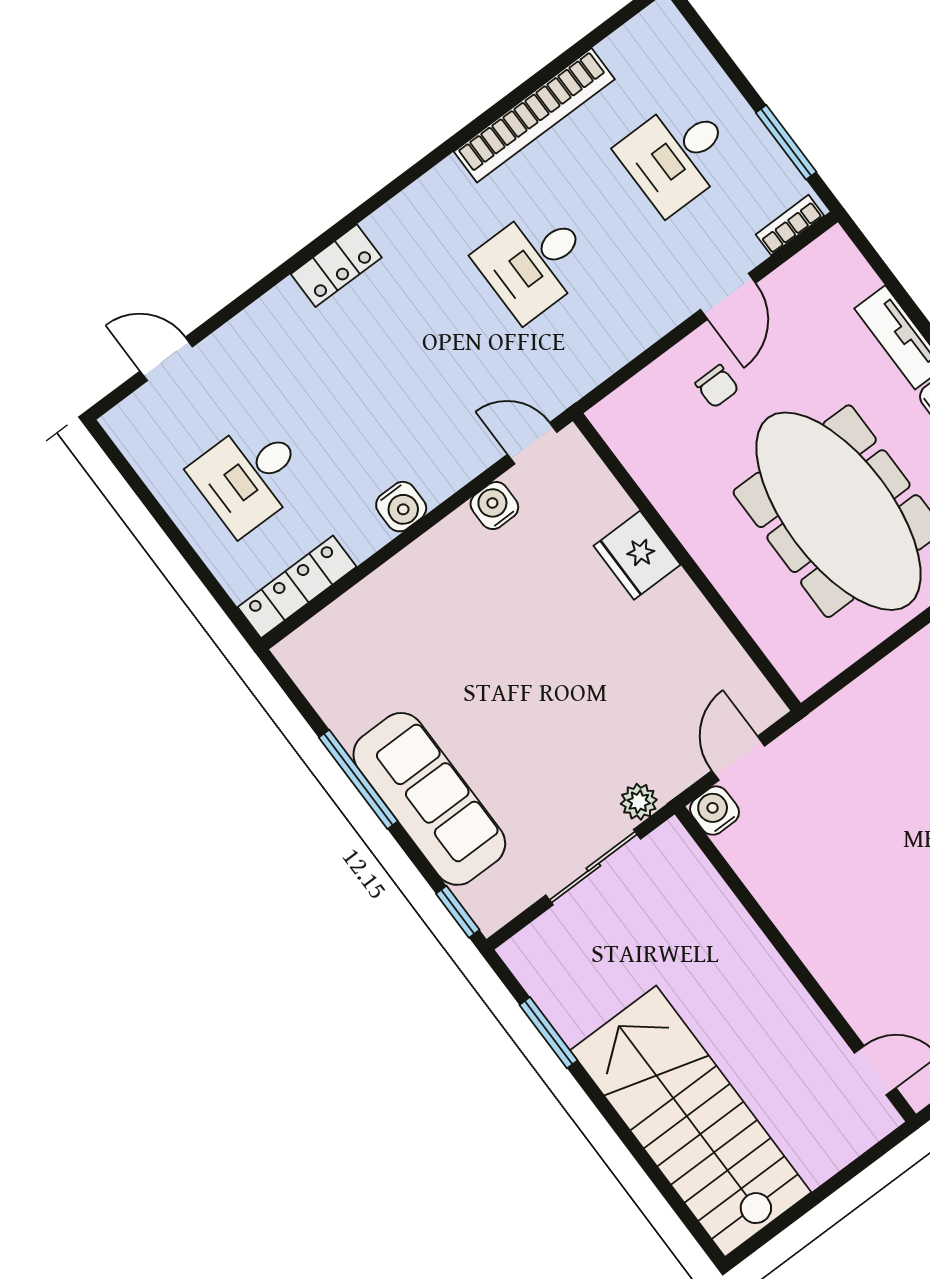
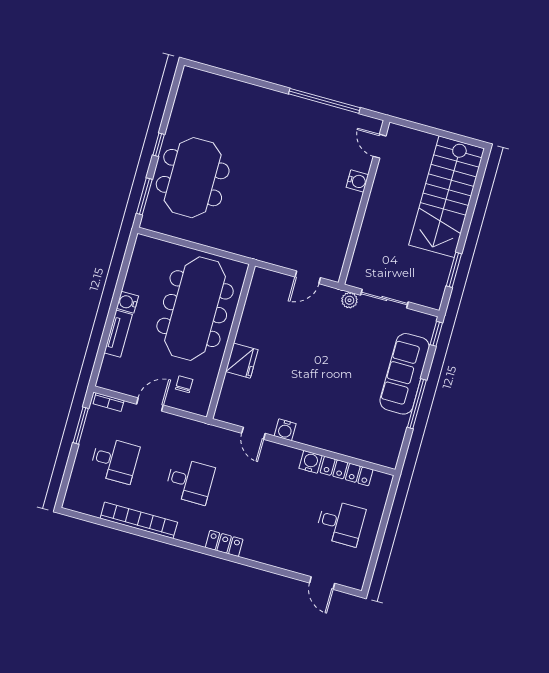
locker: (336, 266) -> (224, 543), moved
fridge: (637, 555) -> (242, 361), moved
wall: (687, 562) -> (231, 342), moved
locker: (297, 587) -> (346, 471), moved
water cooler: (715, 811) -> (357, 181), moved, turned -90

